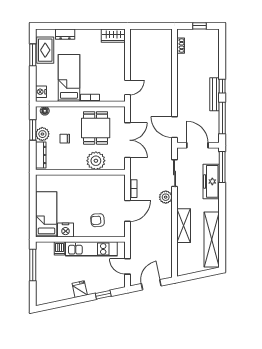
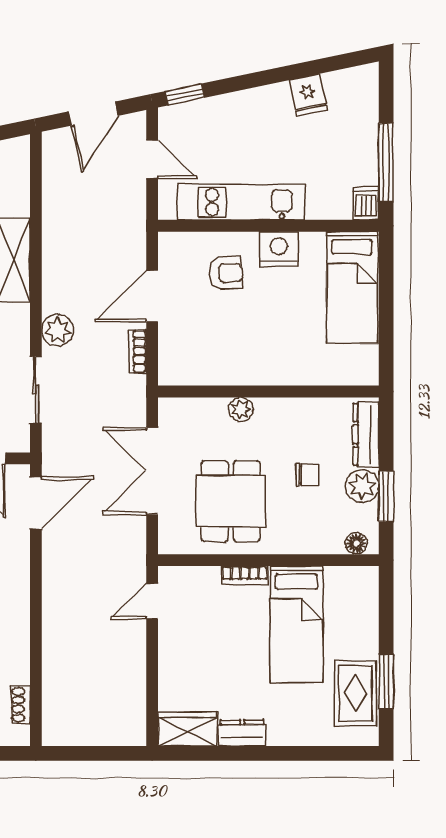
dresser: (65, 34) -> (242, 733), moved
nightstand: (41, 92) -> (366, 591), removed
door: (175, 127) -> (36, 503), hinge flipped
plant: (96, 161) -> (241, 409), width x0.53, depth x0.53
nightstand: (66, 230) -> (279, 249), moved
dishwasher: (59, 248) -> (366, 203), moved
fridge: (80, 289) -> (308, 95), moved
window: (103, 295) -> (185, 94), moved

